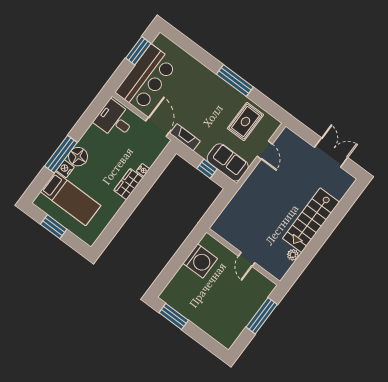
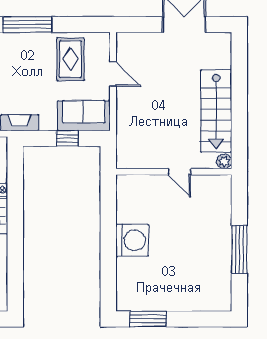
wall: (243, 257) -> (174, 172), moved
door: (247, 259) -> (179, 172), moved

